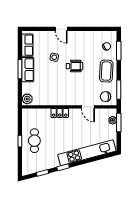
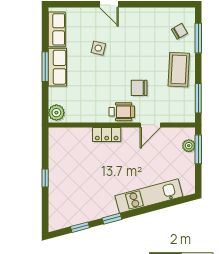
wheelchair: (74, 66) -> (122, 112), moved
chair: (106, 97) -> (139, 88), moved
door: (88, 107) -> (150, 125), hinge flipped
cafe table: (34, 141) -> (68, 177), removed
kitchen unit: (87, 153) -> (149, 196), width x0.73

